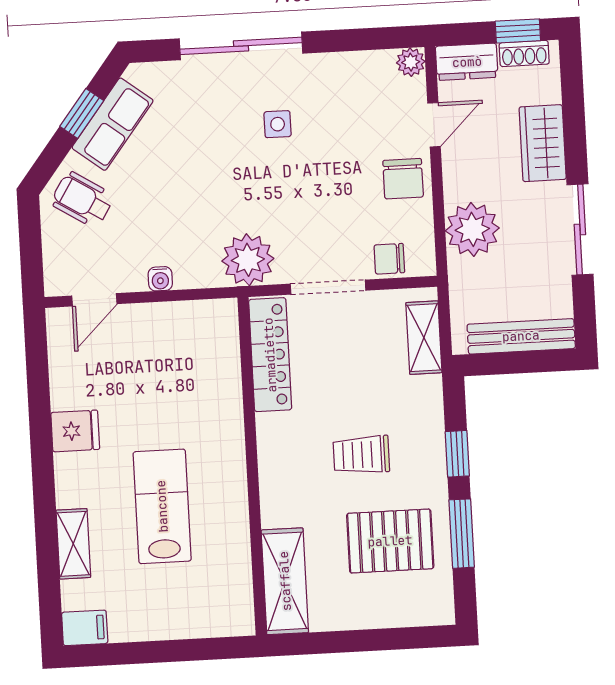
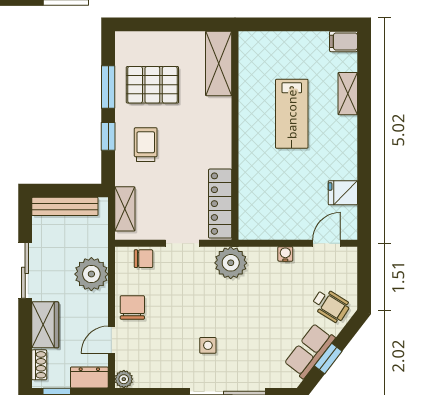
shoe rack: (524, 53) -> (39, 365), moved, turned 90
doorway: (328, 287) -> (182, 243), width x0.73
fridge: (75, 431) -> (343, 193), moved
trolley: (361, 455) -> (146, 145), moved, turned -90

